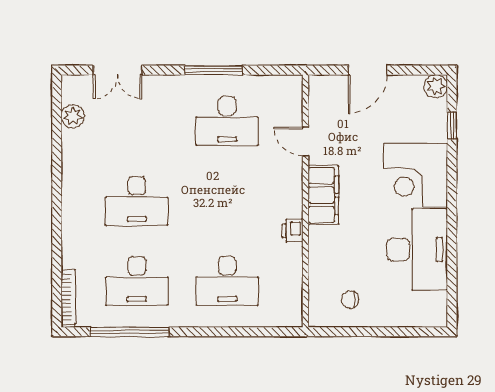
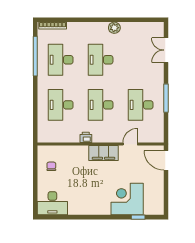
door: (368, 70) -> (166, 160), moved
plant: (436, 86) -> (158, 209), removed
plant: (73, 116) -> (114, 28), moved
corner desk: (416, 175) -> (127, 199), moved
desk: (227, 201) -> (101, 105), added
desk: (417, 250) -> (52, 203), moved, width x0.73, depth x0.77

